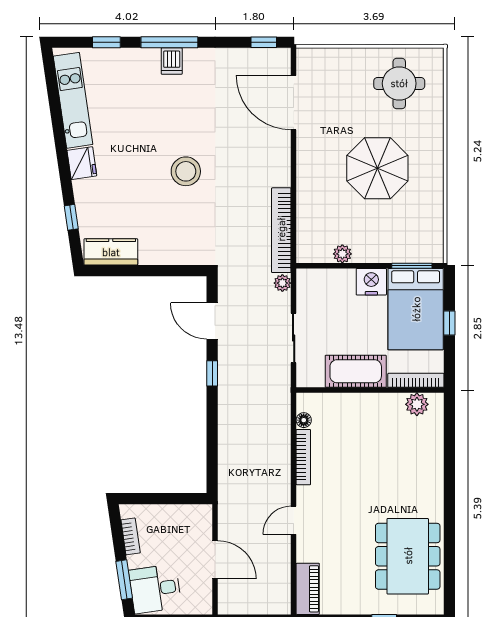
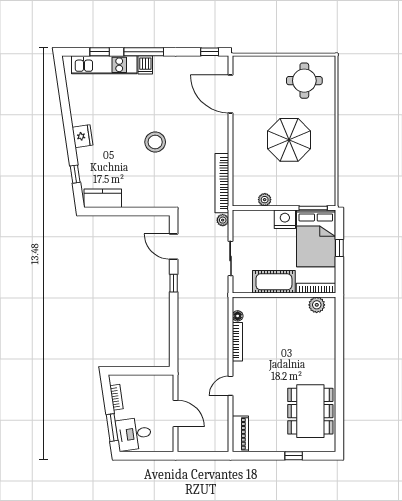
kitchen unit: (73, 100) -> (104, 65), moved, turned 98

